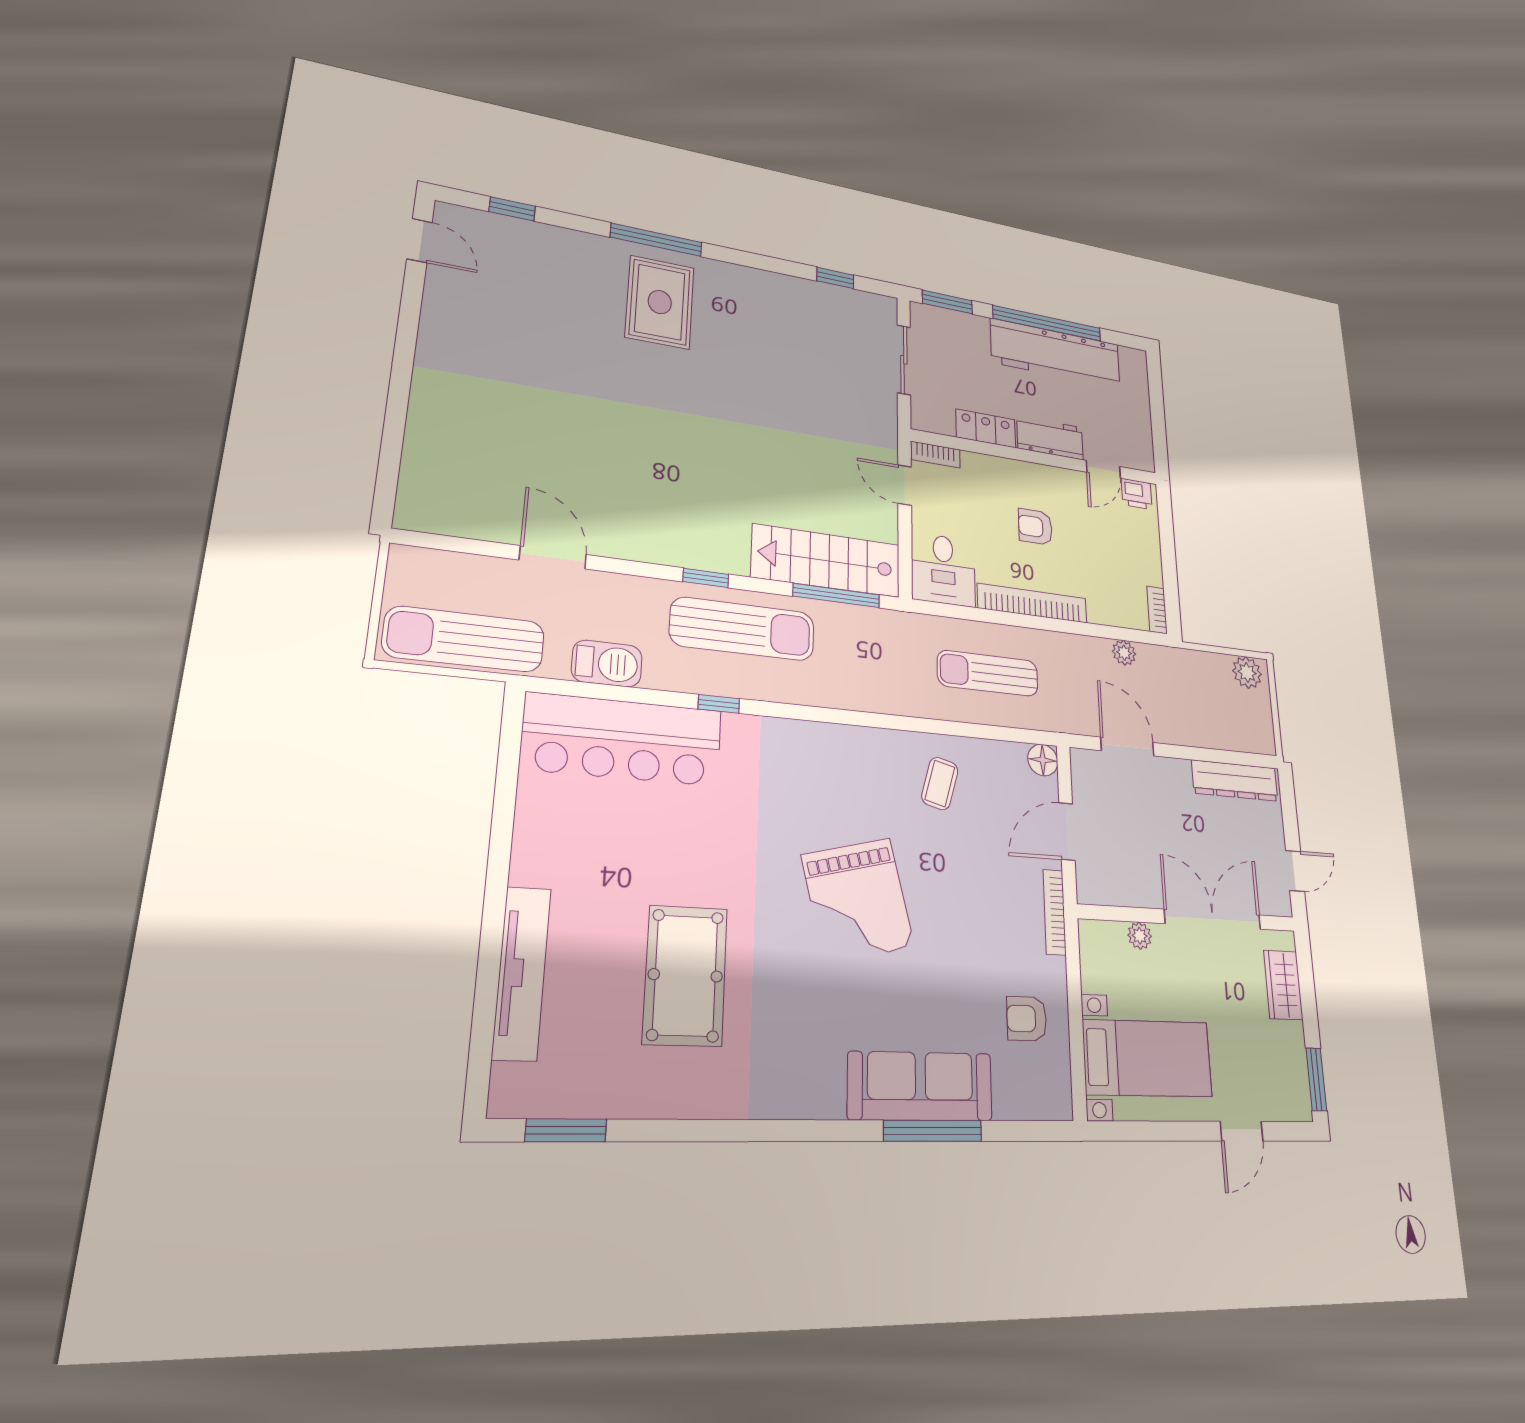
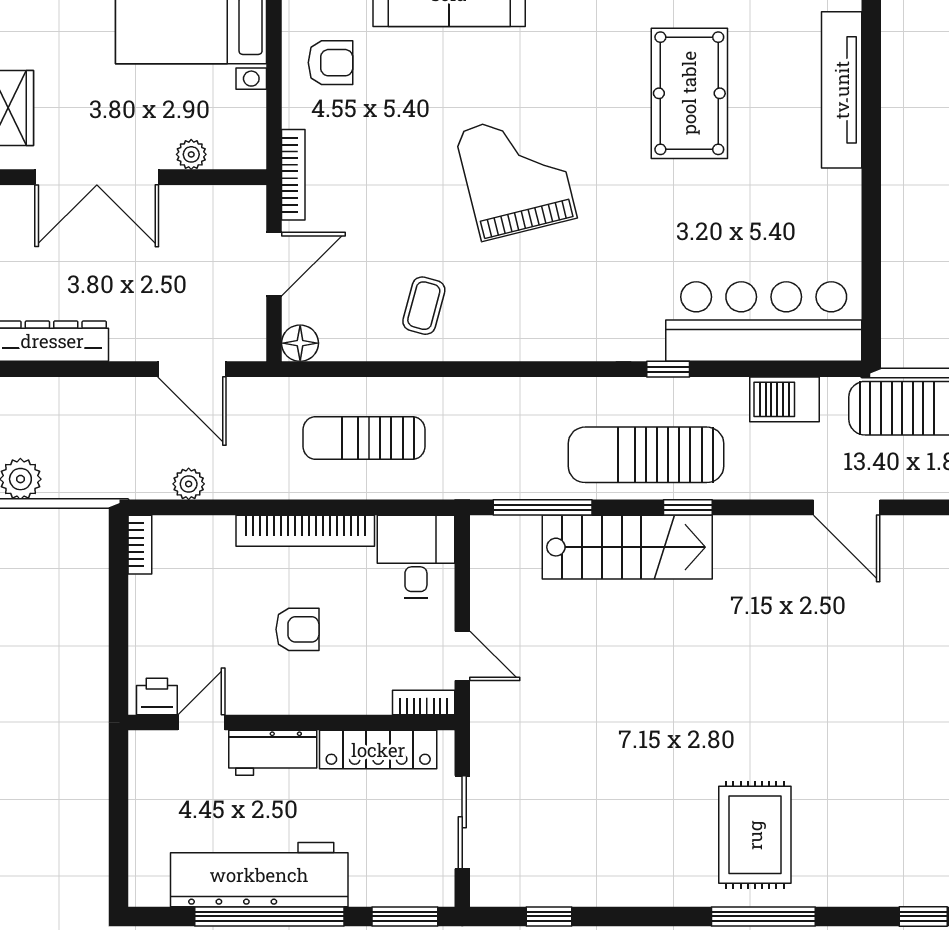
locker: (986, 428) -> (378, 750), width x1.53
stairs: (826, 561) -> (627, 547), moved
sun lounger: (988, 673) -> (364, 438), turned 180

